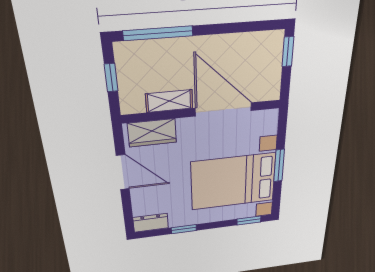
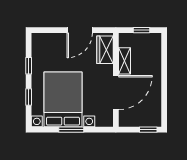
window: (158, 33) -> (164, 57), removed
window: (249, 220) -> (29, 97), moved
dresser: (151, 223) -> (38, 44), removed

